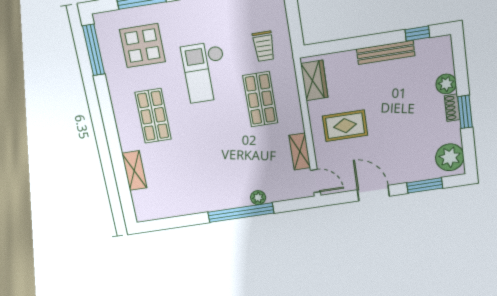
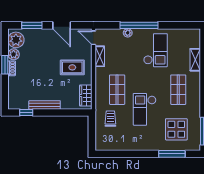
checkout: (206, 72) -> (145, 109), turned 180
plant: (446, 84) -> (14, 54), moved
checkout: (205, 176) -> (155, 50), added

